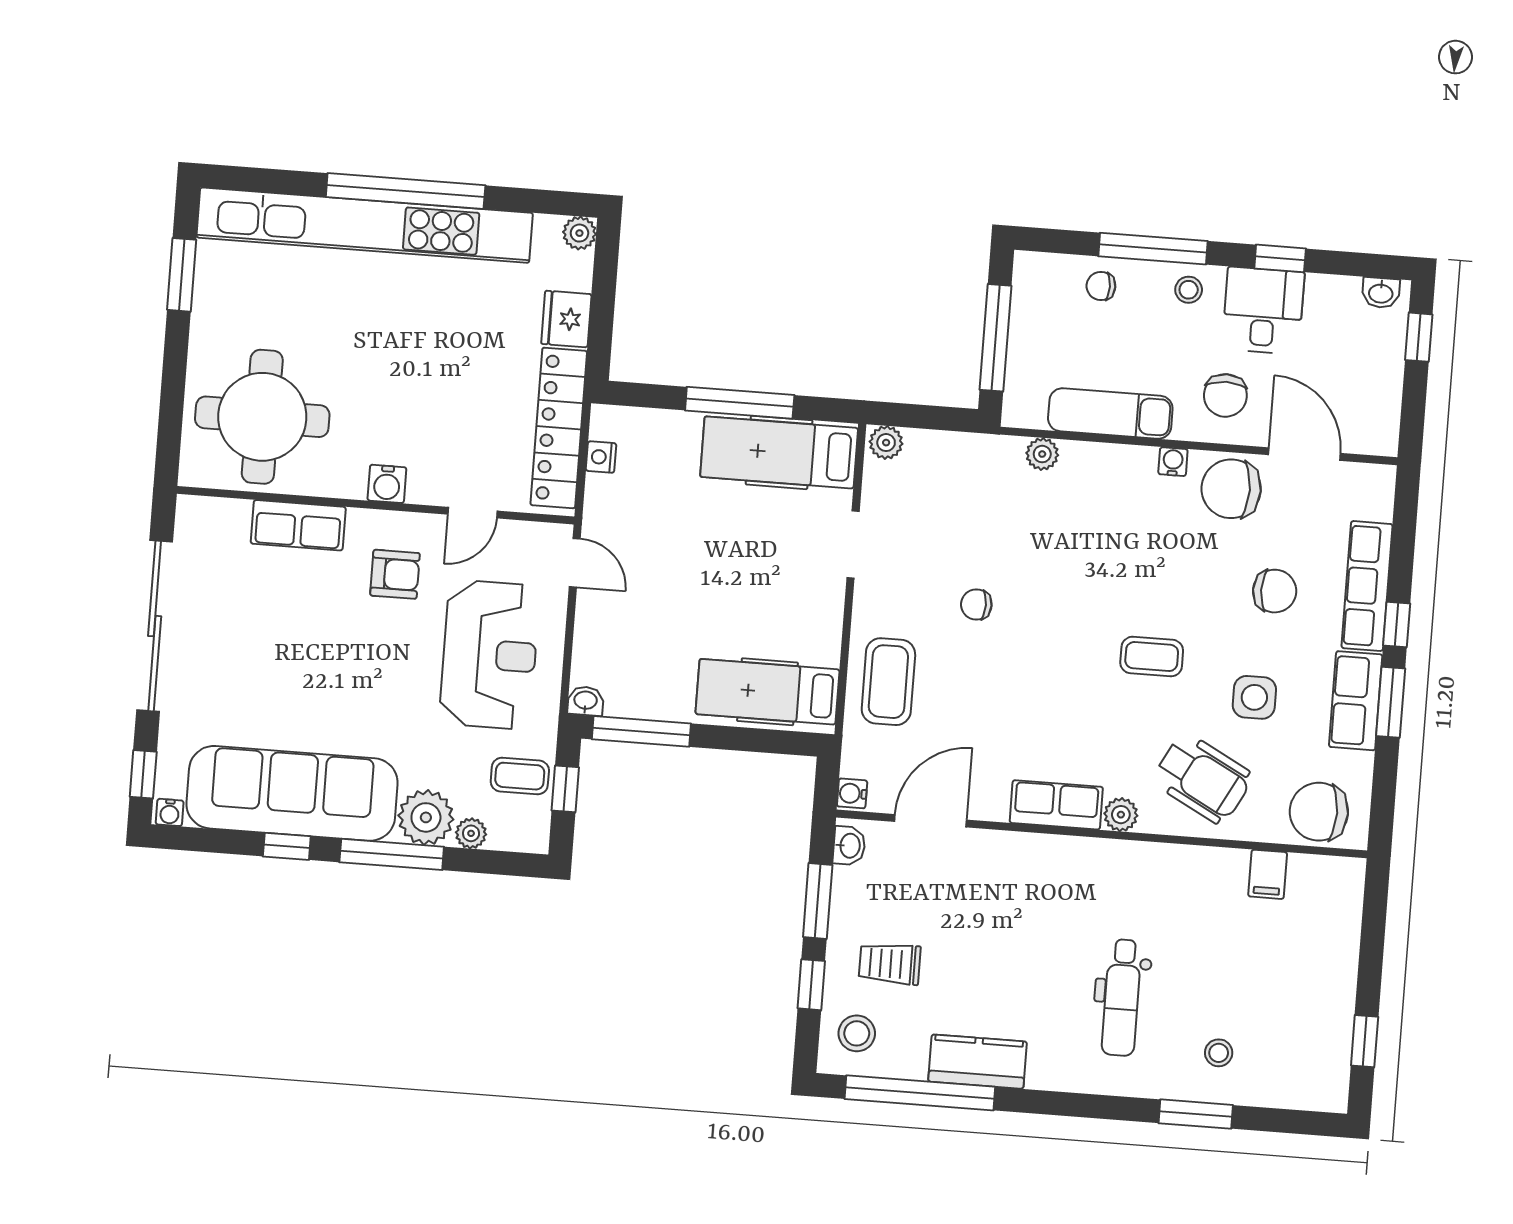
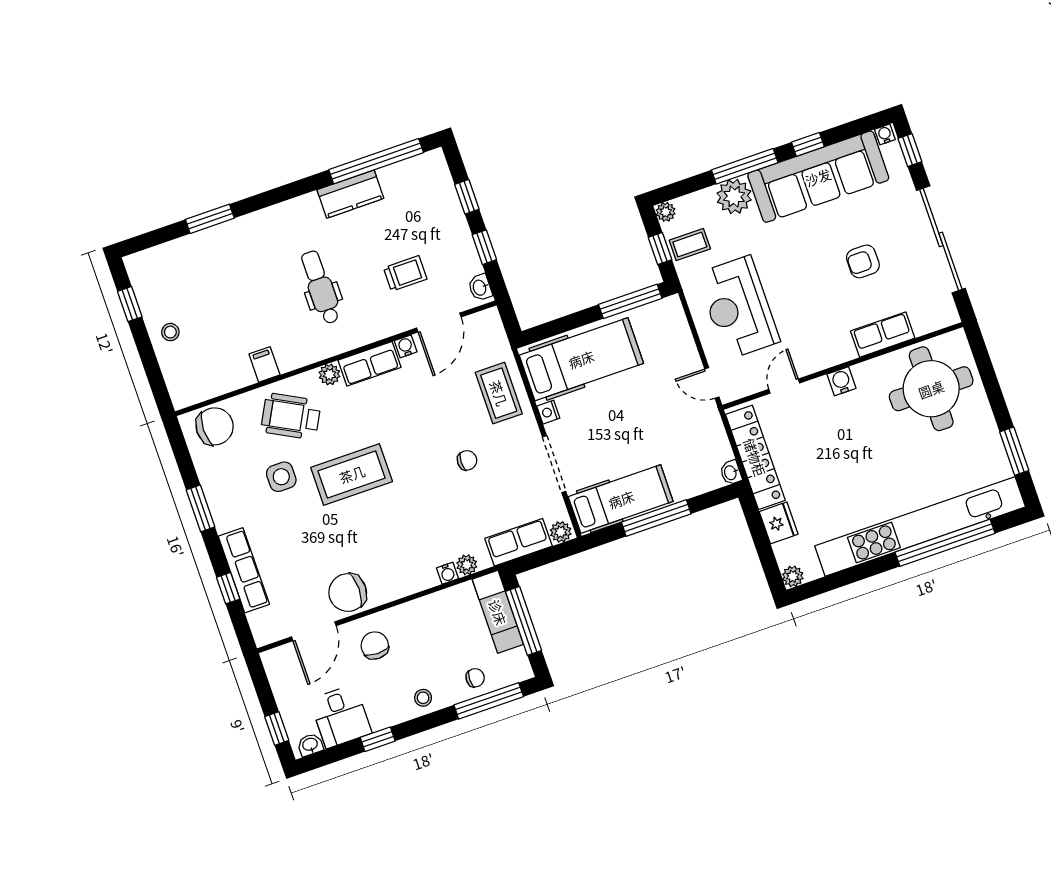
window: (406, 191) -> (945, 543), moved
window: (1153, 249) -> (489, 701), moved
desk: (1263, 311) -> (341, 716), moved
exam couch: (1110, 414) -> (498, 612), moved, turned 90
door: (1304, 454) -> (314, 631), hinge flipped
nightstand: (601, 457) -> (548, 412), moved, turned 180
water cooler: (1173, 462) -> (447, 573), moved
chair: (1231, 489) -> (348, 593), turned 180
doorway: (853, 544) -> (554, 464), width x1.38
armchair: (395, 574) -> (863, 261), moved
chair: (1275, 591) -> (296, 544), removed
window: (1397, 625) -> (228, 588), moved
coffee table: (1152, 657) -> (352, 474), width x1.86, depth x1.72
hospital bed: (767, 692) -> (581, 359), width x1.37, depth x1.29
washbasin: (586, 701) -> (731, 473), moved, turned 90
row of seats: (1356, 701) -> (519, 542), moved, turned -90
water cooler: (852, 793) -> (406, 346), moved, turned -90
plant: (471, 833) -> (666, 212), moved
filing cabinet: (1268, 874) -> (264, 364), moved
window: (818, 901) -> (484, 247), width x0.67
trolley: (890, 964) -> (405, 273), moved
dental chair: (1122, 998) -> (320, 287), moved
stool: (857, 1033) -> (428, 180), removed
stool: (1219, 1053) -> (170, 332), moved

